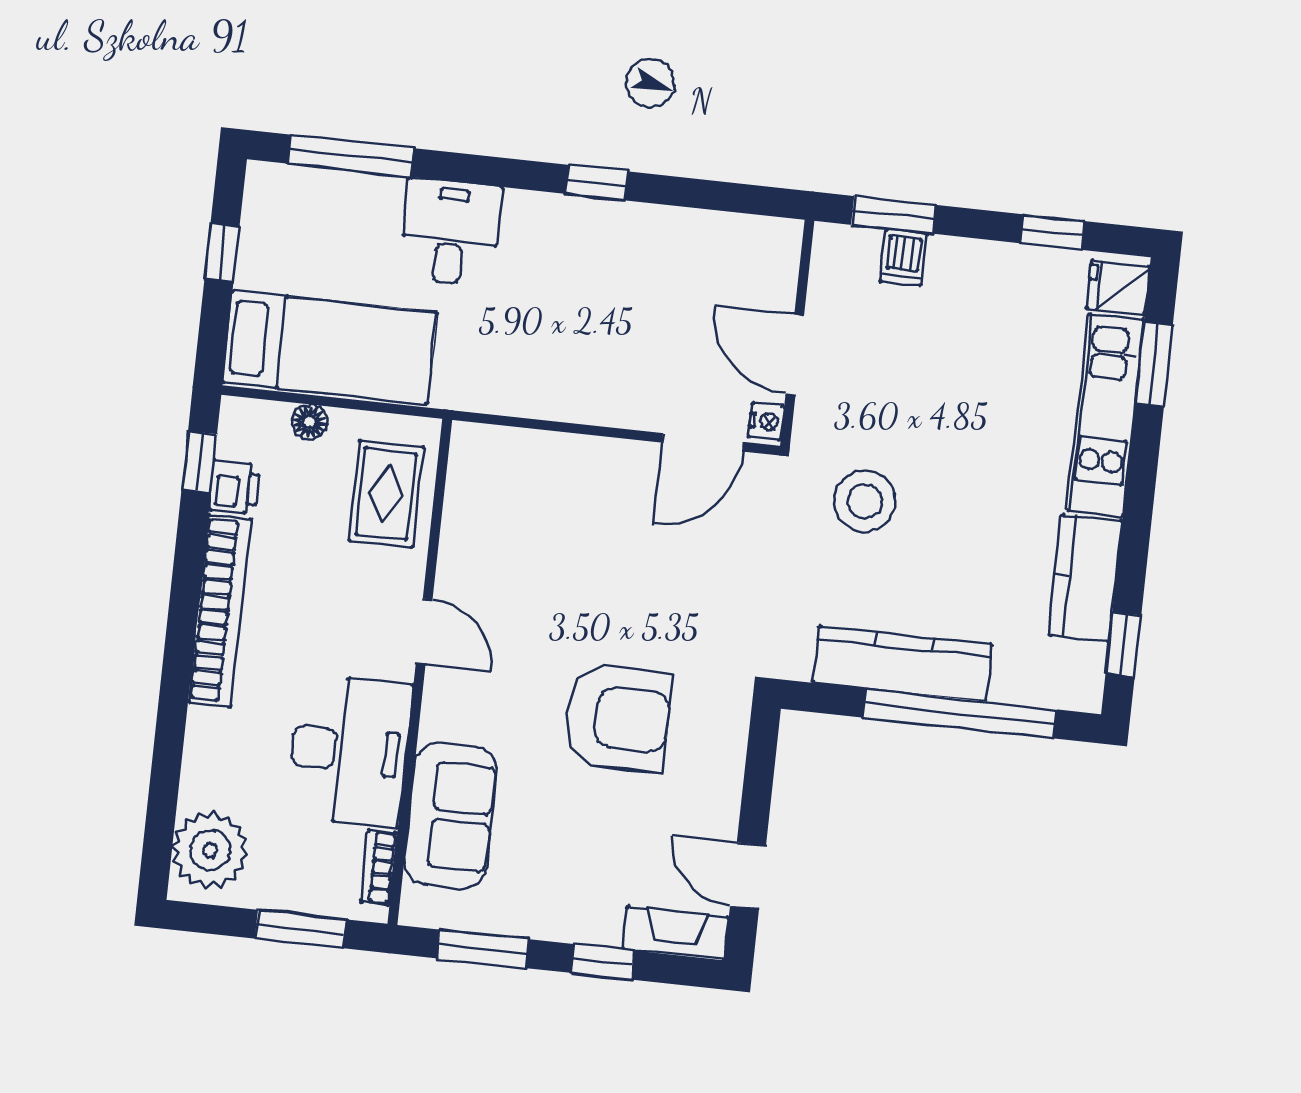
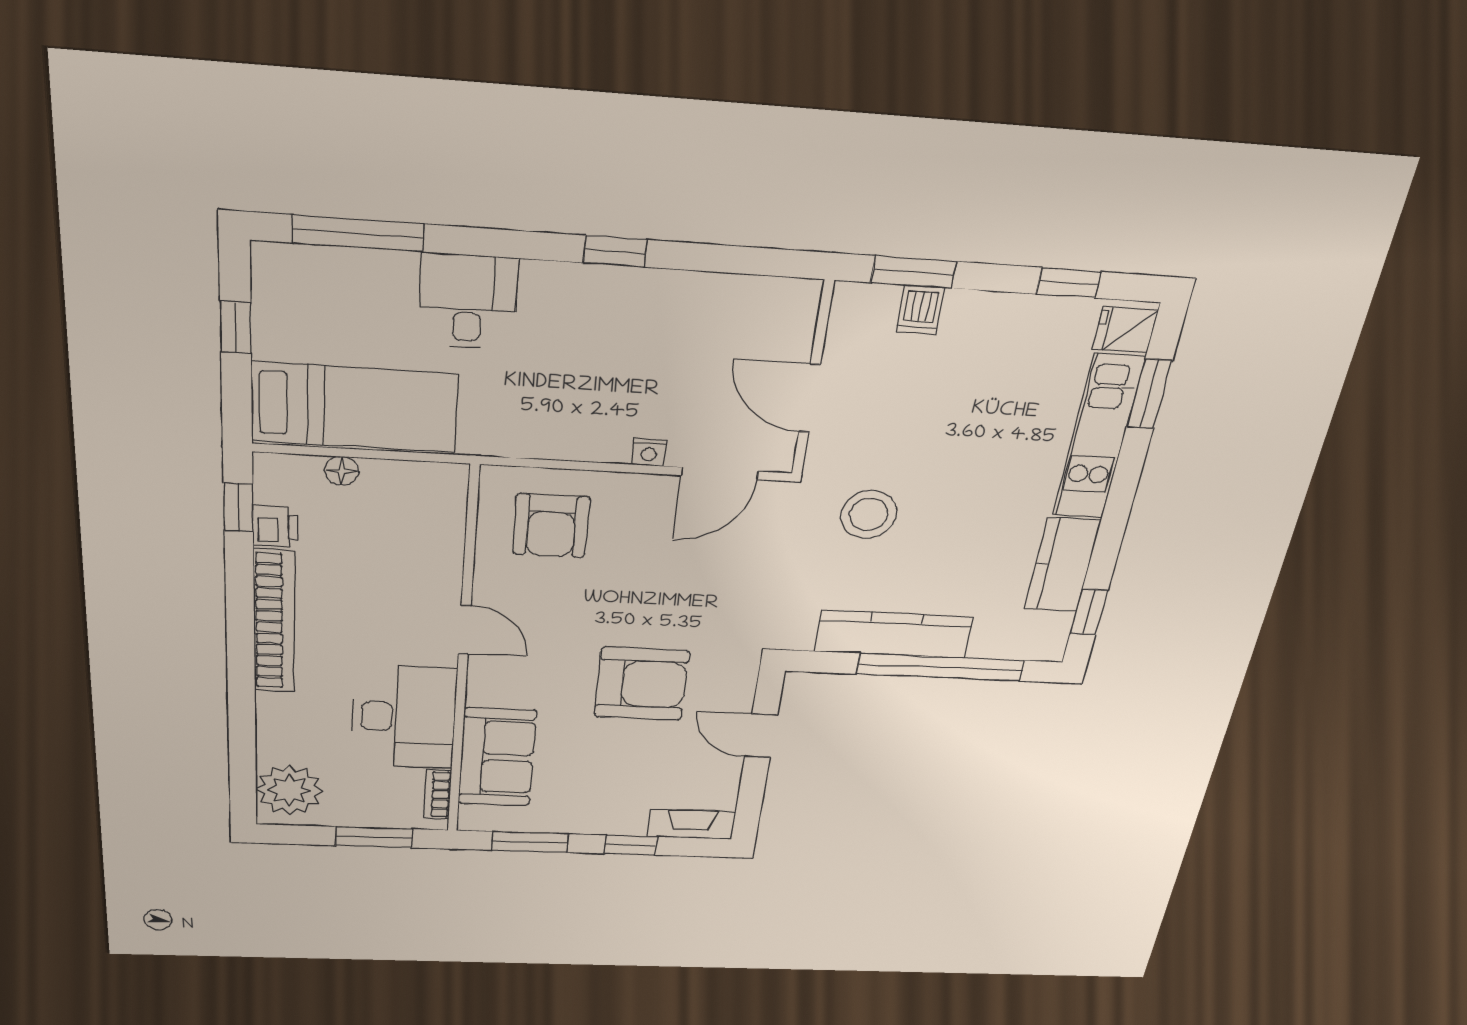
nightstand: (766, 422) -> (649, 452), moved, turned 90
rug: (386, 494) -> (421, 526), removed
armchair: (524, 500) -> (551, 526), added
door: (748, 876) -> (761, 736), moved

